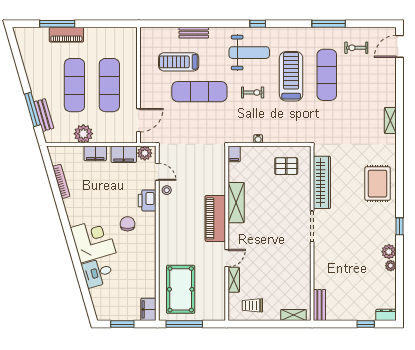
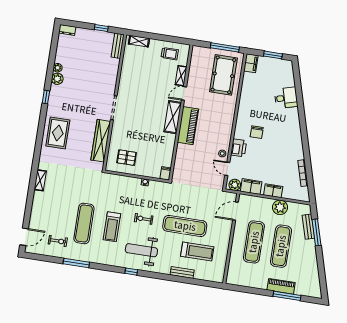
treadmill: (291, 76) -> (112, 227), width x0.73, depth x0.73
shelving: (236, 203) -> (173, 117), moved
corner desk: (93, 240) -> (285, 124), removed
window: (366, 324) -> (101, 28), moved

